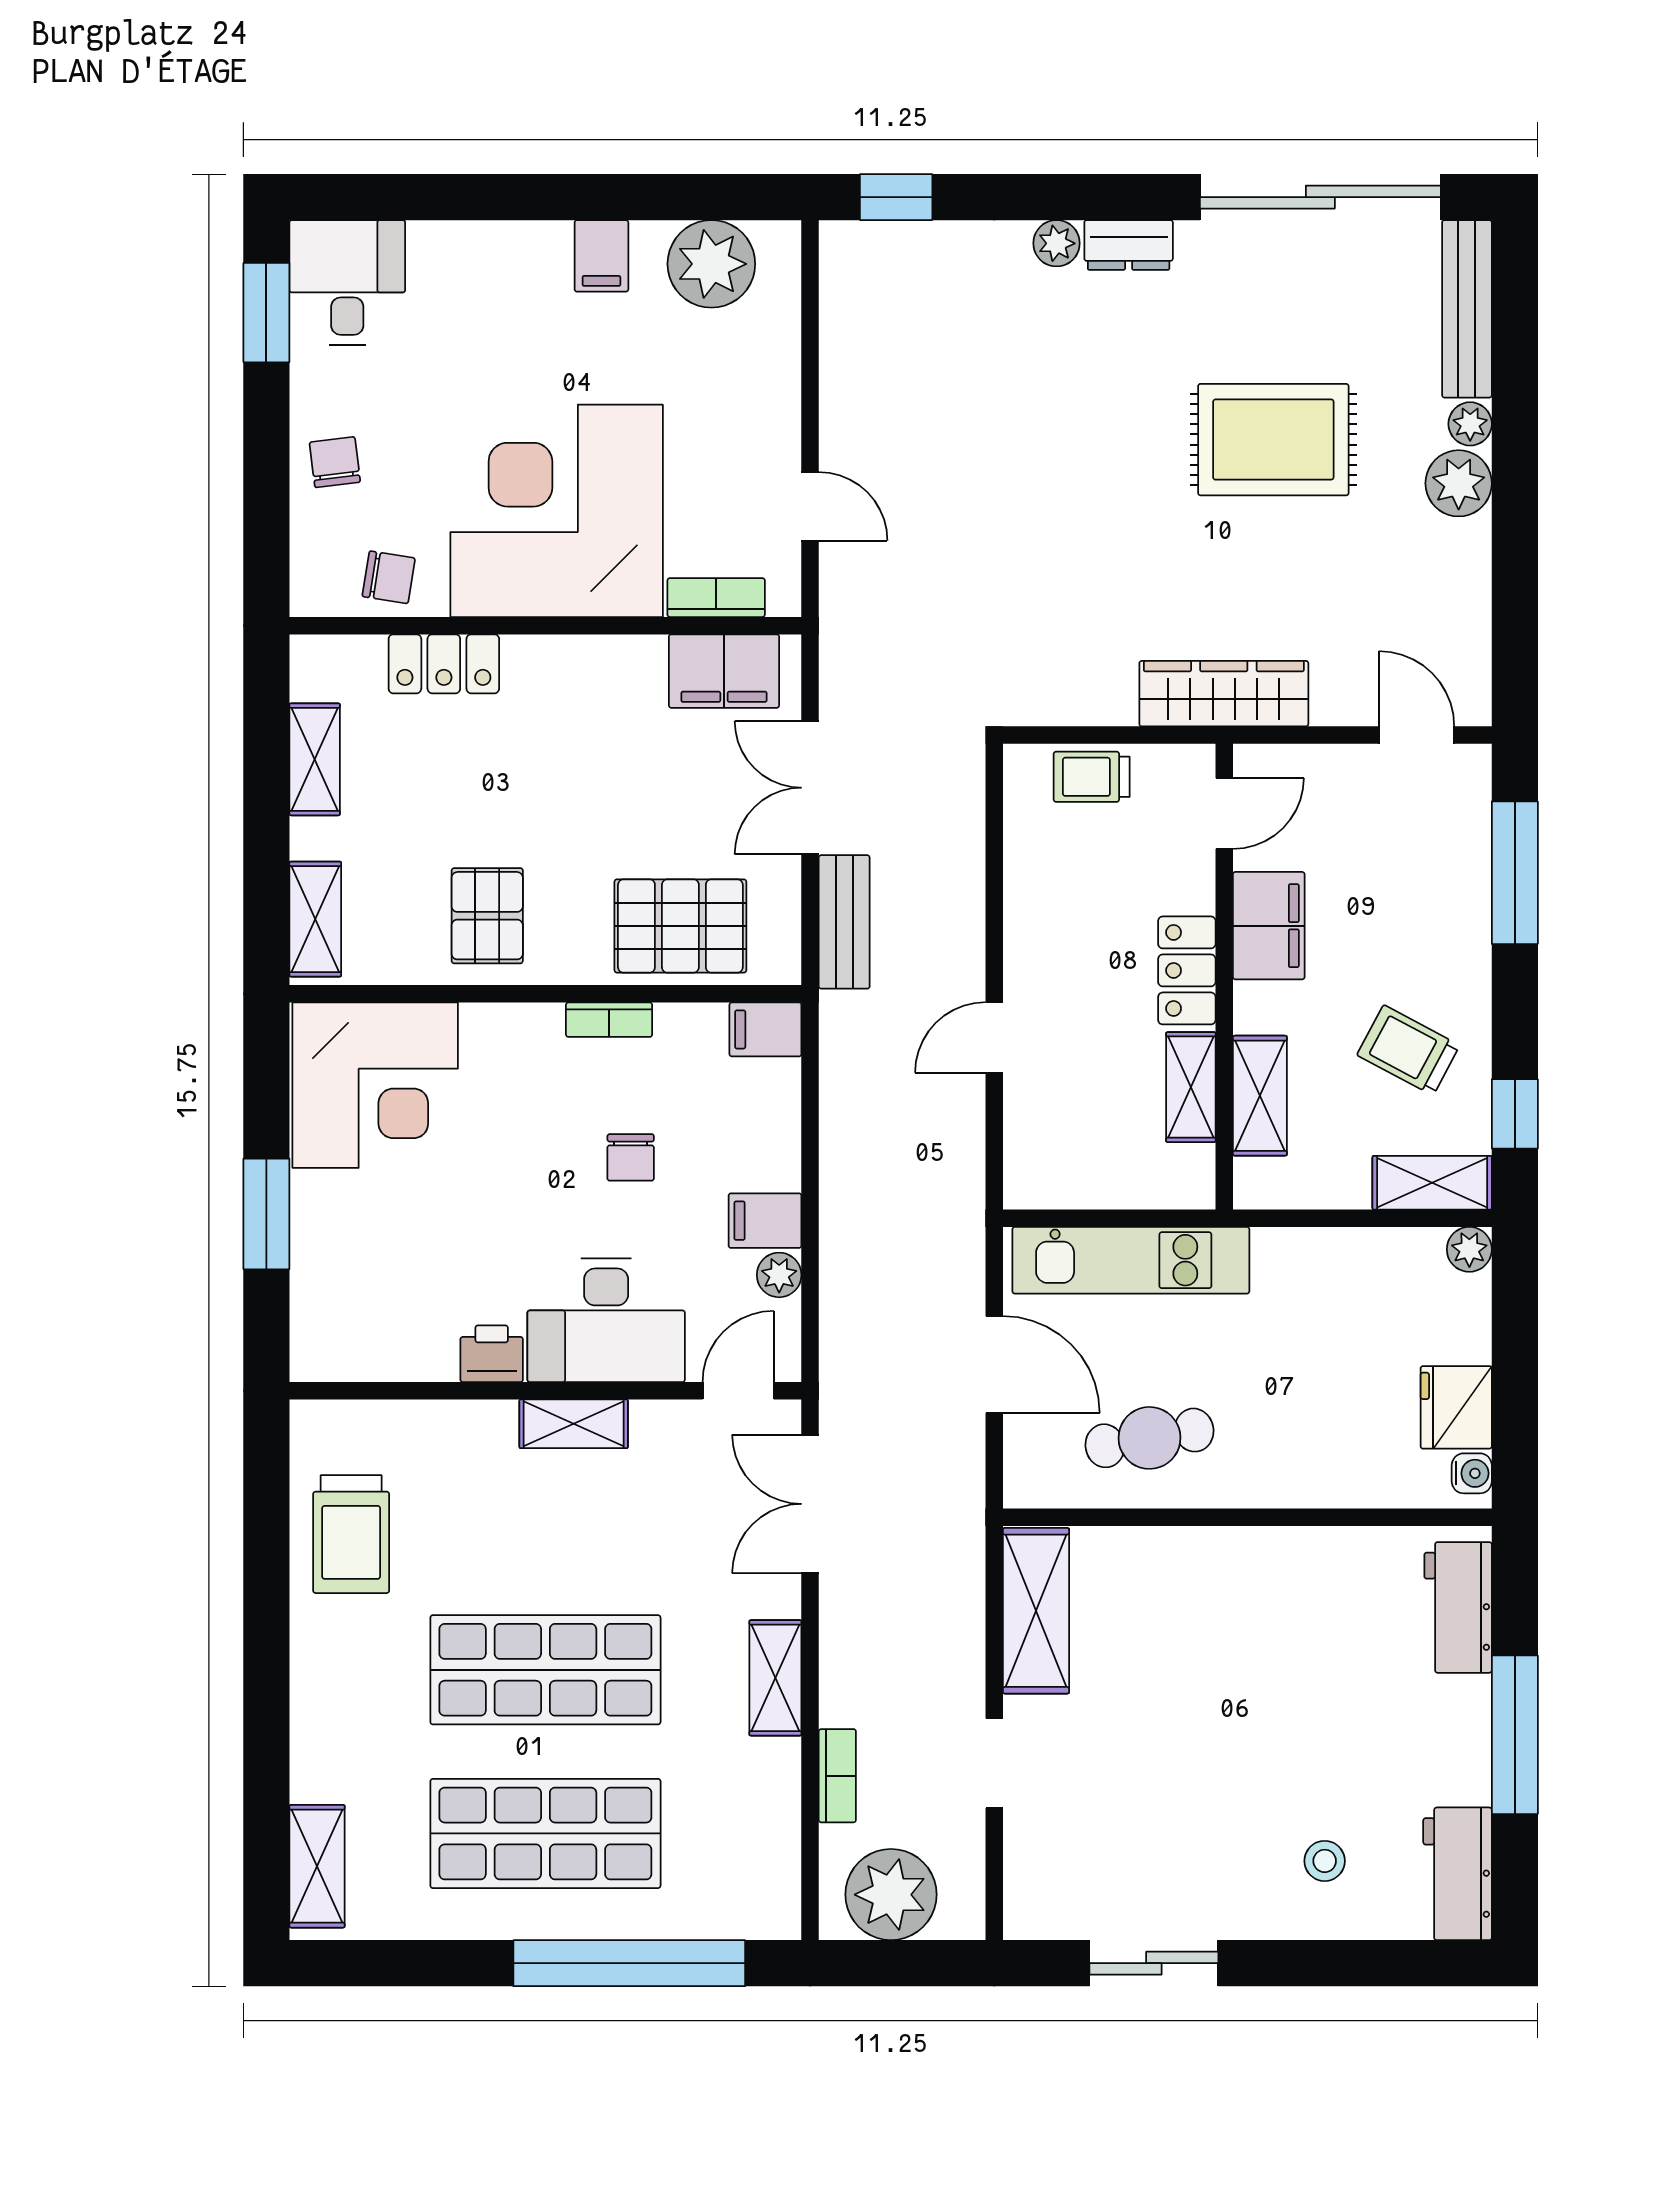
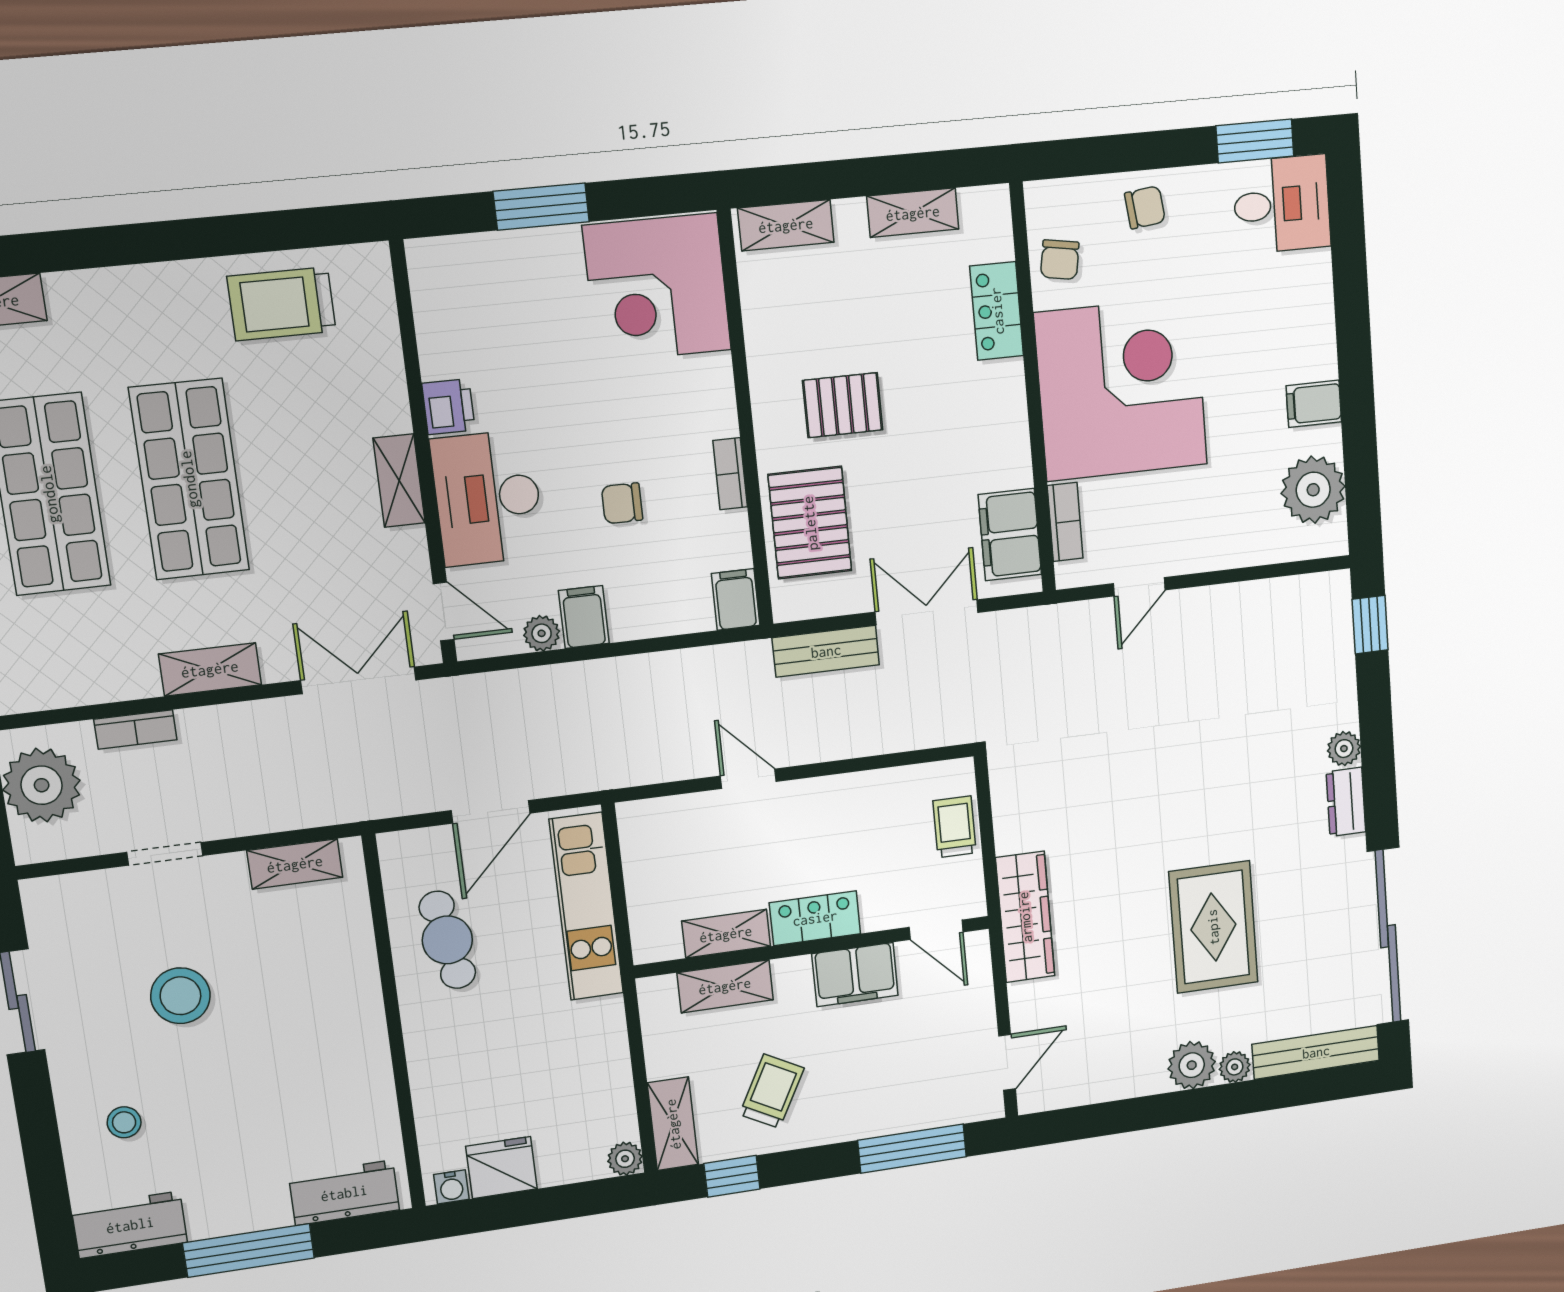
pallet: (487, 916) -> (843, 405), moved
shelving: (1036, 1611) -> (295, 864), width x0.67, depth x0.75
stool: (1174, 1770) -> (180, 996), added

